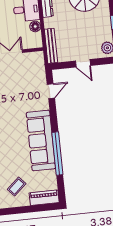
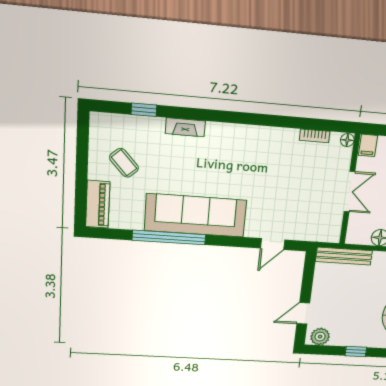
door: (83, 63) -> (303, 313), moved
door: (51, 91) -> (273, 244), hinge flipped

